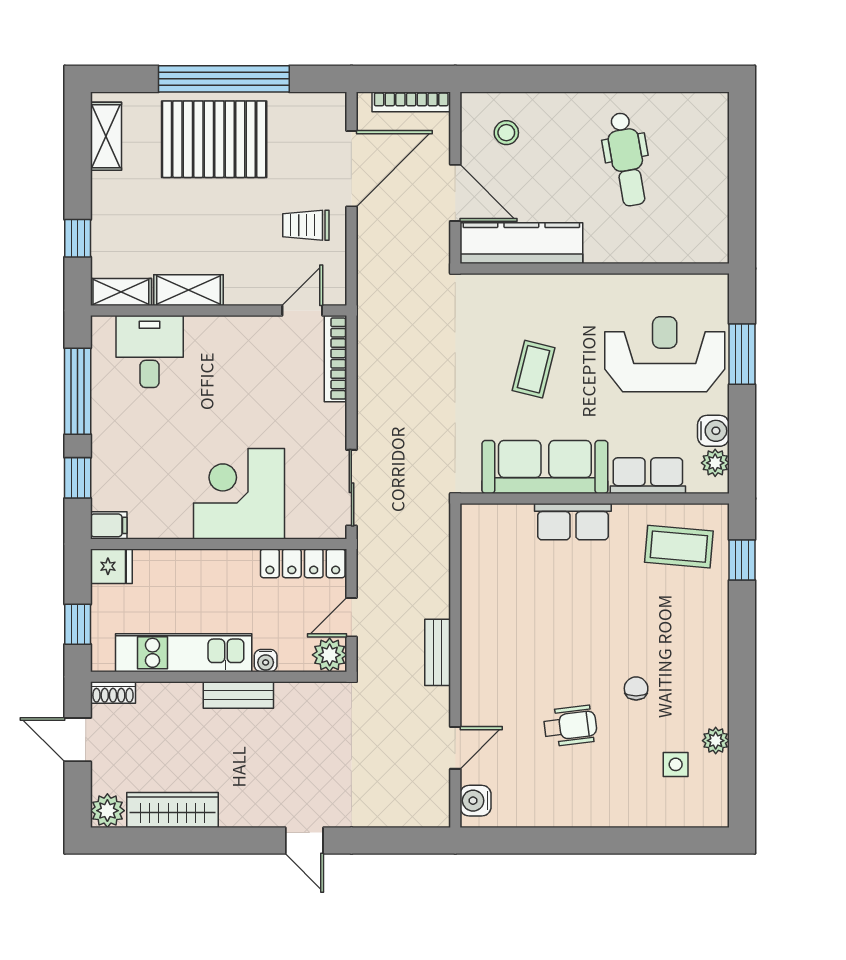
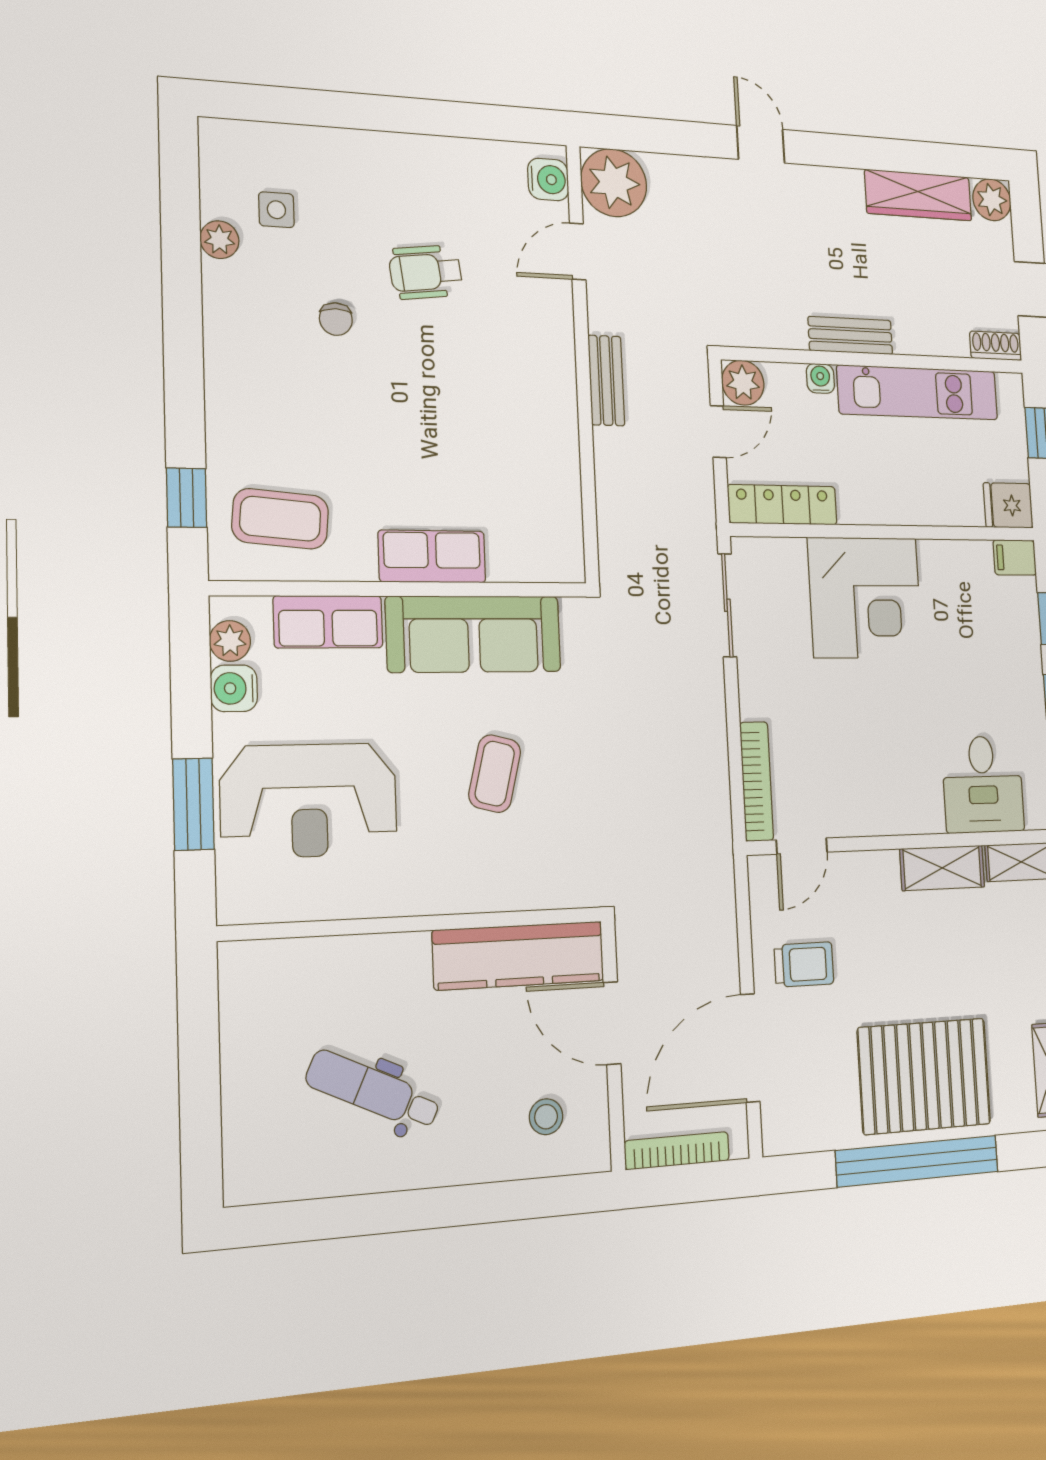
dental chair: (627, 159) -> (373, 1091), turned -55
plant: (425, 802) -> (614, 183), added

